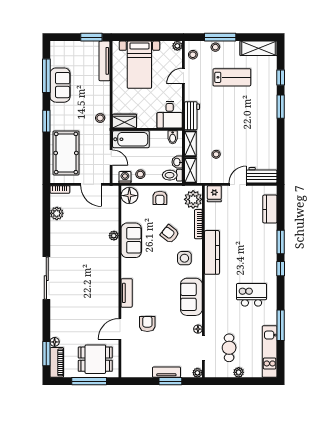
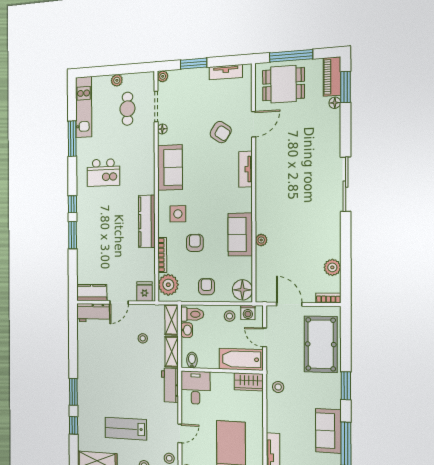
kitchen counter: (270, 209) -> (92, 293), moved, turned -90
armchair: (170, 234) -> (195, 243), turned -128
armchair: (147, 324) -> (221, 132), turned -56
tv unit: (166, 372) -> (226, 72), moved

